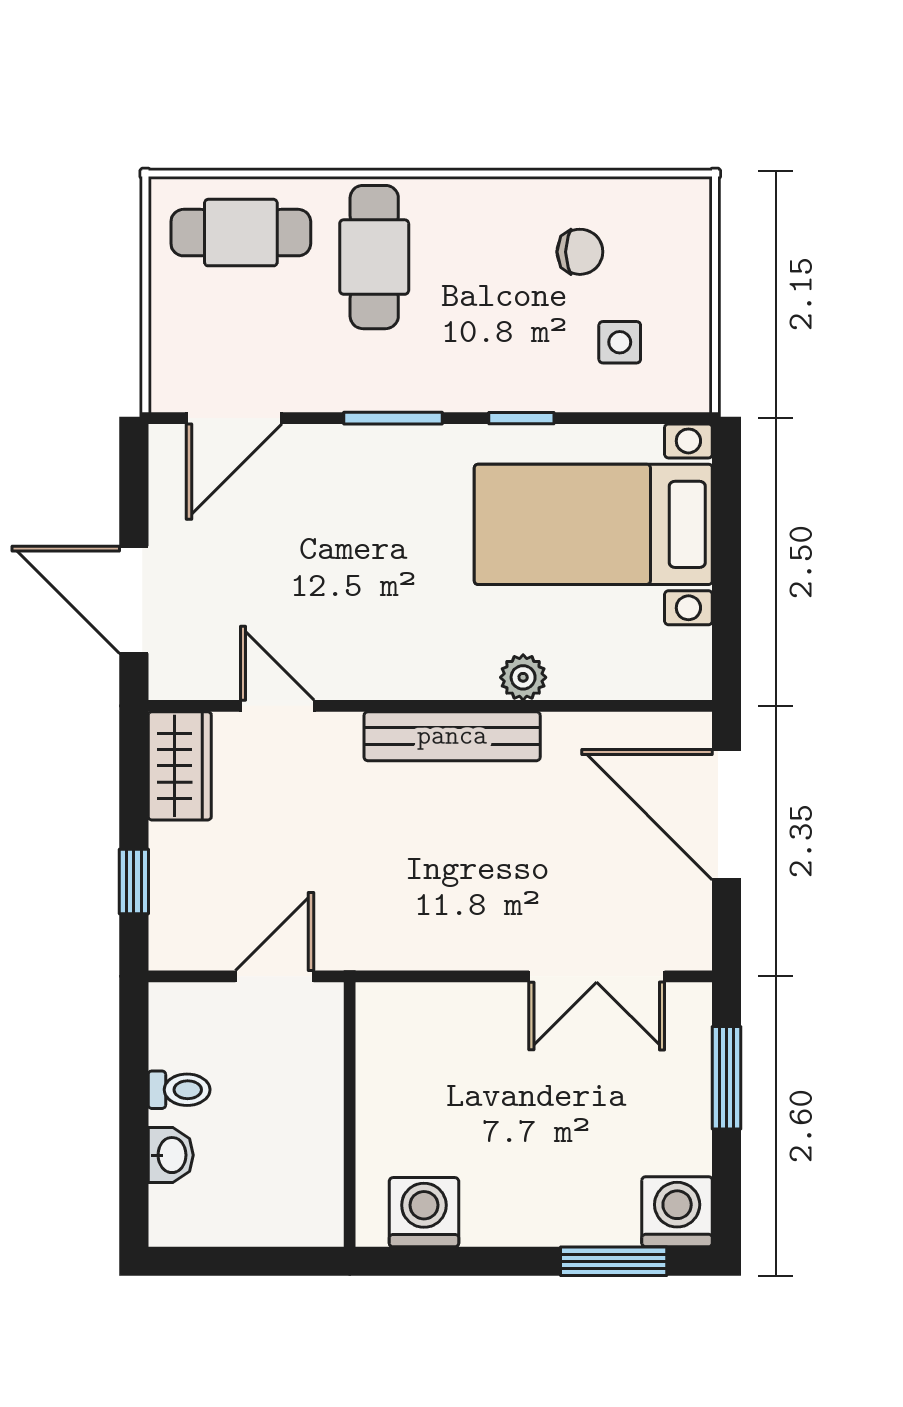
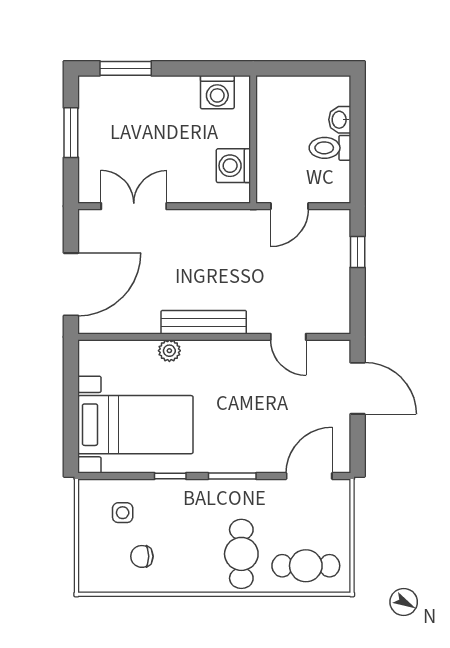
wardrobe: (180, 766) -> (335, 308), removed
door: (727, 815) -> (71, 284), hinge flipped
window: (727, 1078) -> (71, 133), moved
toilet: (179, 1090) -> (330, 148), width x1.37, depth x1.39
washing machine: (677, 1212) -> (233, 166), moved, turned 90

